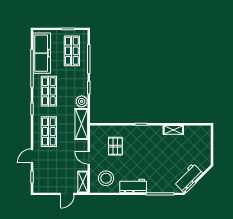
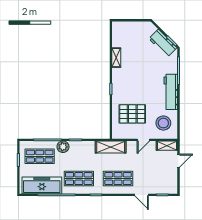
plant: (82, 101) -> (63, 147), moved
pallet: (115, 146) -> (132, 114), width x1.50, depth x1.42
workbench: (133, 186) -> (171, 92), width x1.38
door: (67, 194) -> (178, 161), hinge flipped

